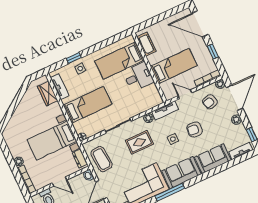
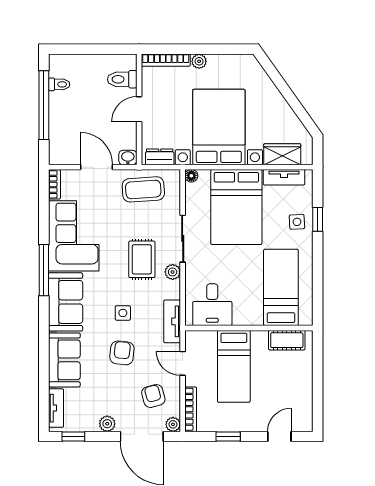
door: (200, 24) -> (279, 436), width x0.53
desk: (138, 77) -> (212, 305), moved
door: (185, 94) -> (183, 363), swing flipped
bed: (88, 105) -> (236, 207), width x1.50
plant: (148, 118) -> (173, 272), moved
bed with nightstands: (52, 140) -> (219, 127), width x1.36

